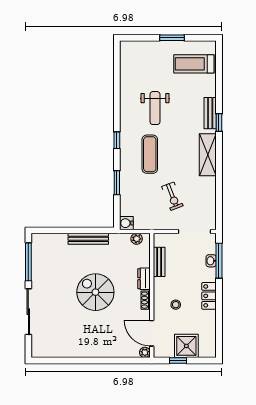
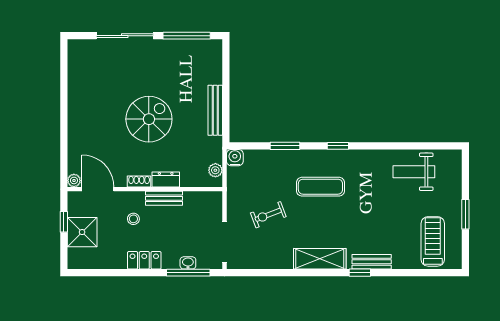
weight bench: (155, 108) -> (414, 172), moved
bench: (159, 262) -> (164, 198), moved
door: (152, 333) -> (98, 189), hinge flipped

